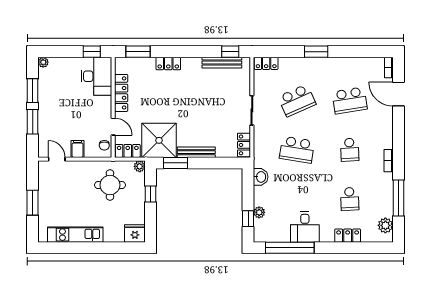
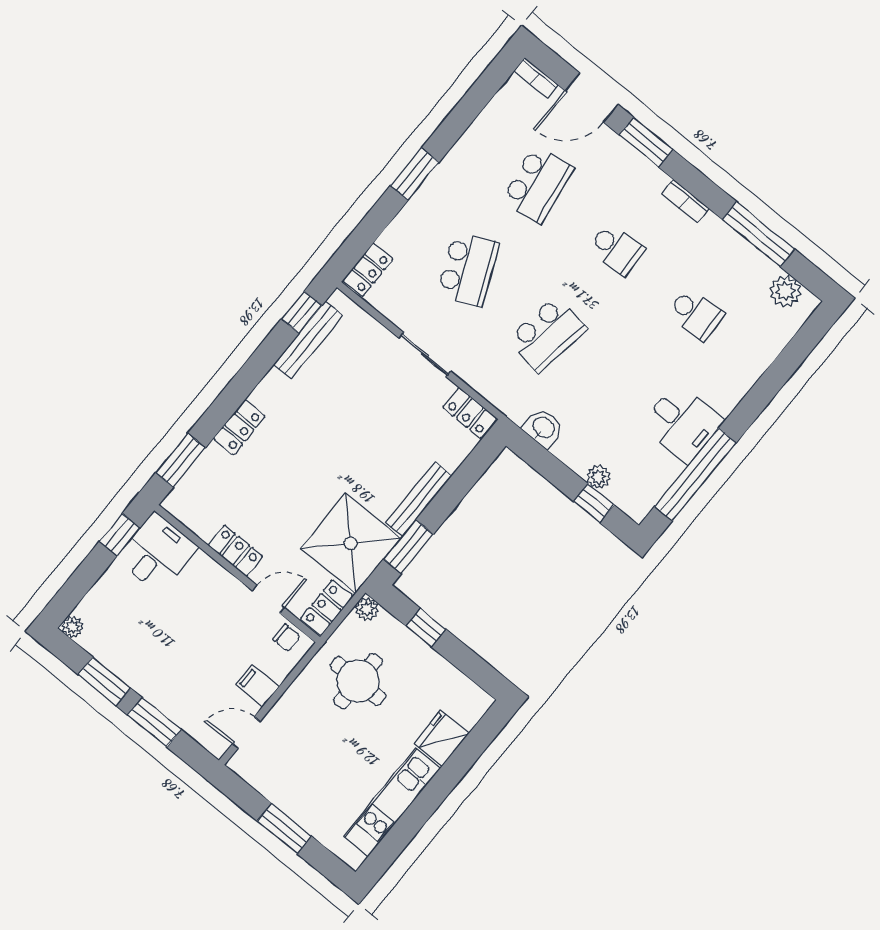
desk: (96, 76) -> (157, 553), width x0.73
locker: (121, 93) -> (235, 551), width x0.66
window: (398, 128) -> (646, 142), added
fridge: (135, 234) -> (441, 738), moved
locker: (348, 236) -> (752, 365), removed

